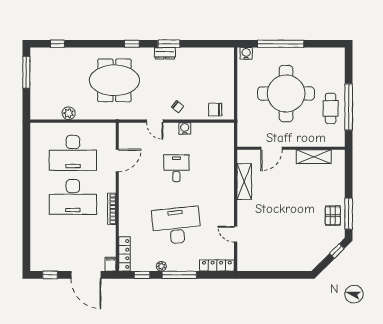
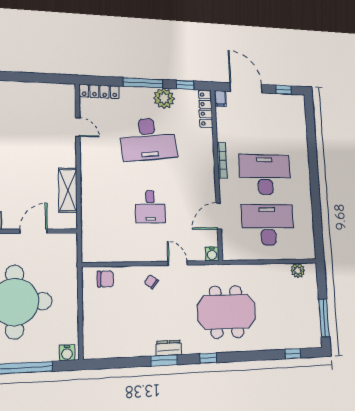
plant: (69, 113) -> (298, 270), moved
water cooler: (185, 128) -> (212, 254), moved
plant: (161, 266) -> (164, 98), width x1.88, depth x1.88

